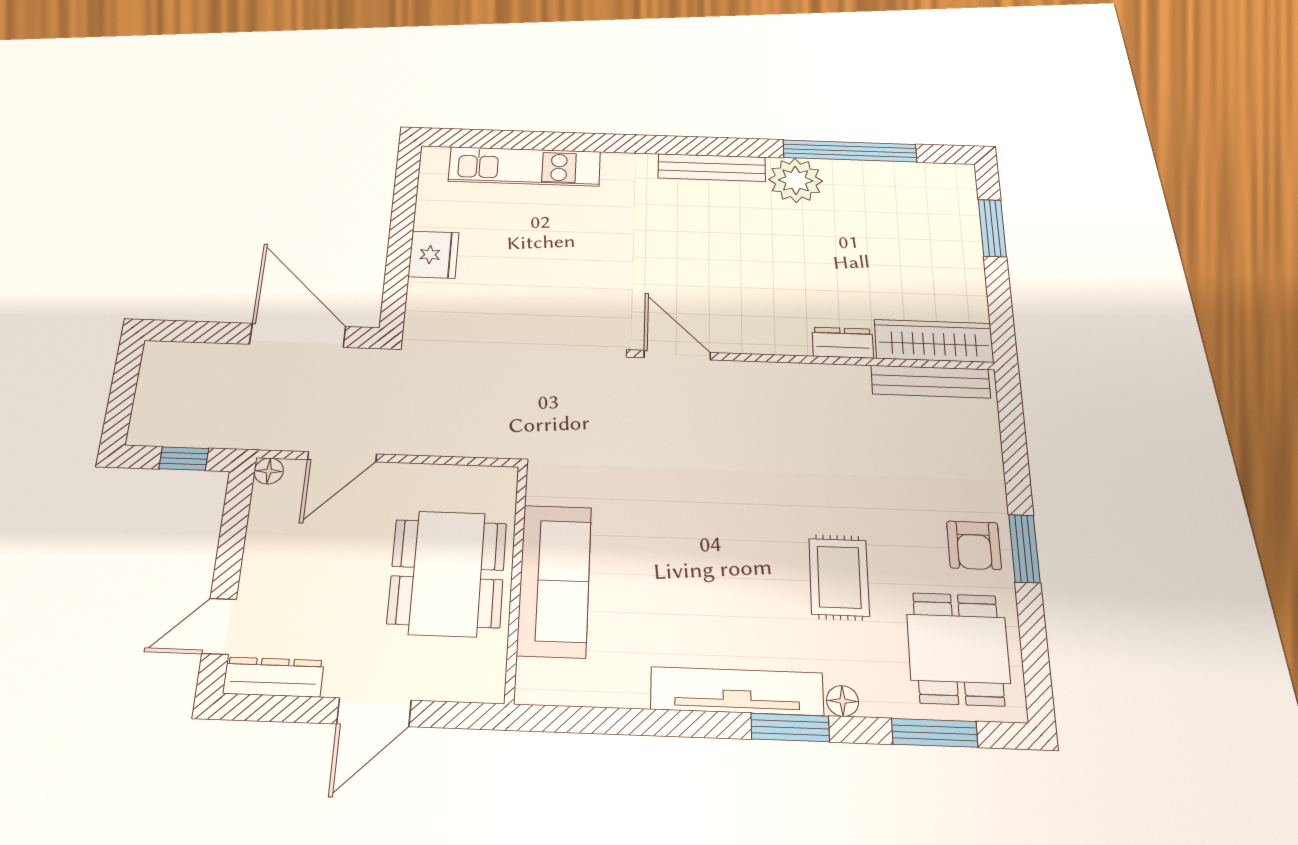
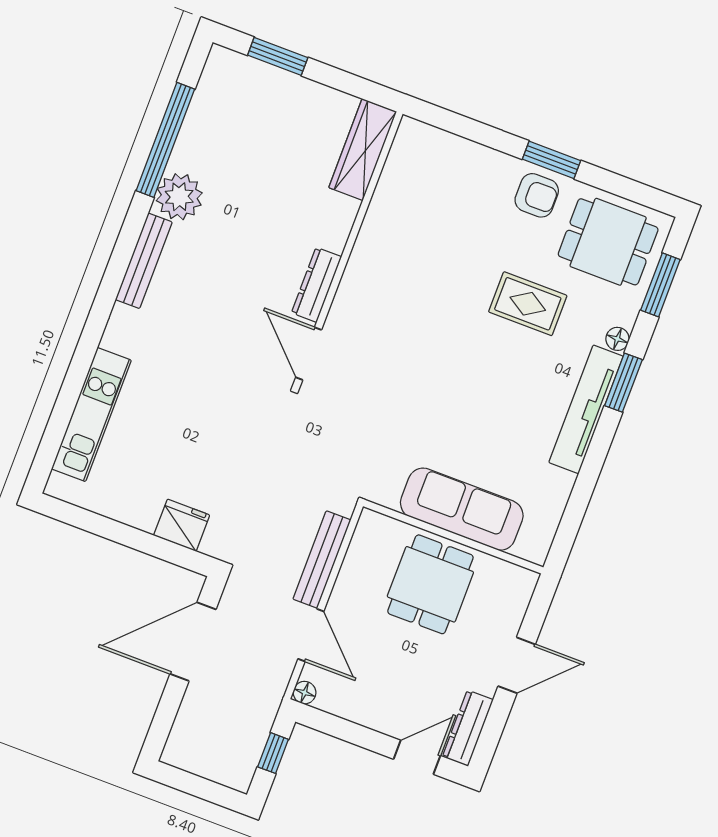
fridge: (434, 255) -> (182, 525), moved
dresser: (843, 343) -> (317, 285), moved, width x1.44
door: (677, 355) -> (309, 354), hinge flipped
bench: (931, 382) -> (322, 560), moved
dining table: (447, 573) -> (430, 584), width x0.73
door: (219, 626) -> (417, 757), swing flipped
door: (374, 712) -> (517, 665), hinge flipped

